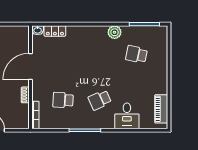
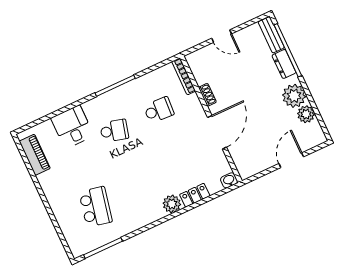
locker: (55, 31) -> (195, 195), moved
plant: (115, 32) -> (172, 204), moved
school desk: (136, 54) -> (96, 207), width x1.85
school desk: (100, 100) -> (114, 131), turned 39

